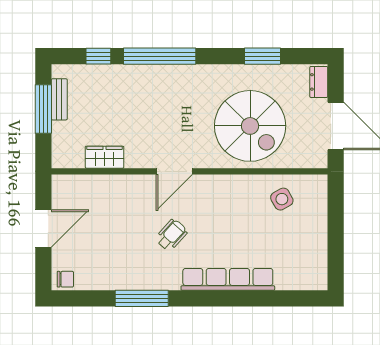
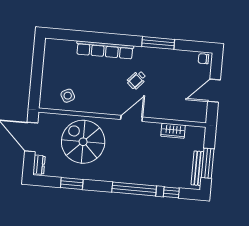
bench: (59, 99) -> (197, 168), width x1.36

